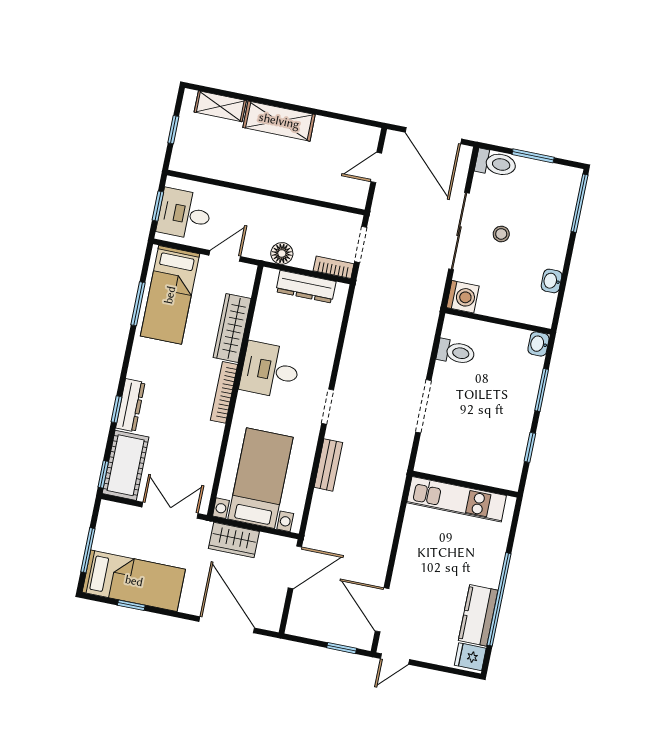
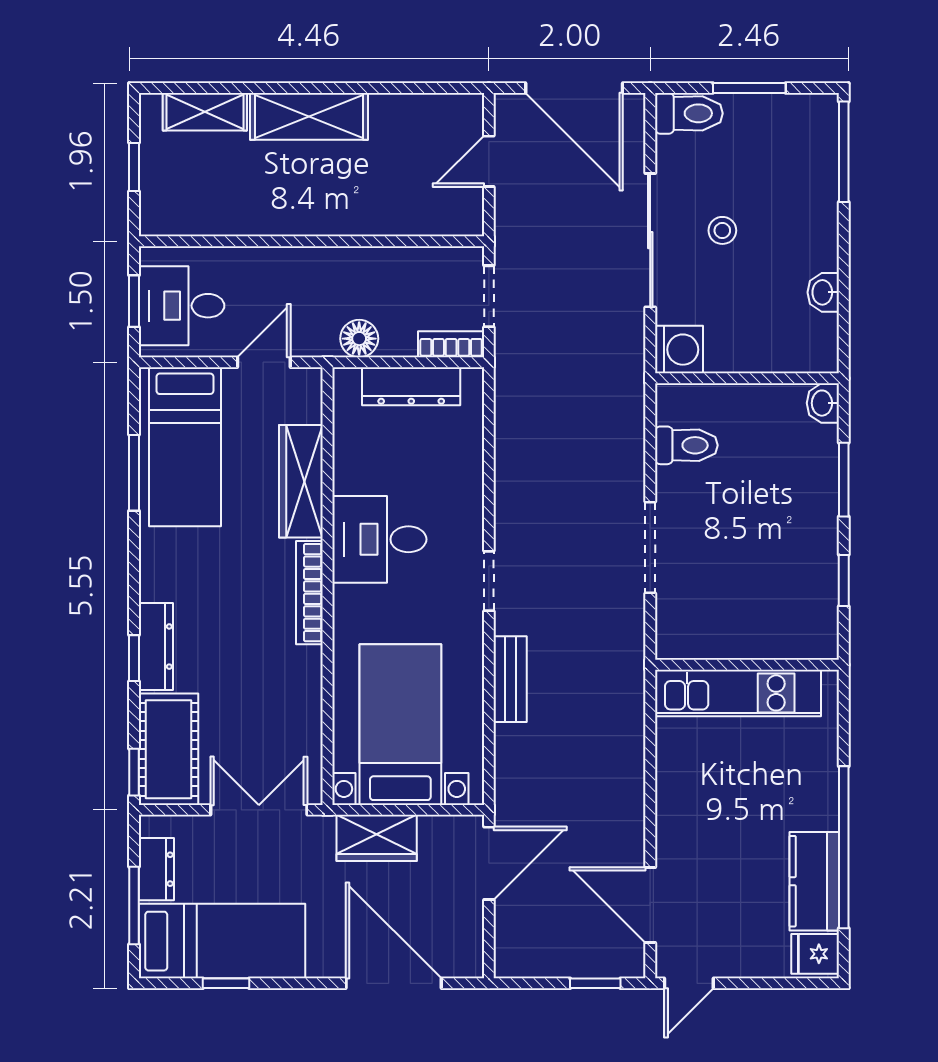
dresser: (105, 532) -> (156, 869), added

